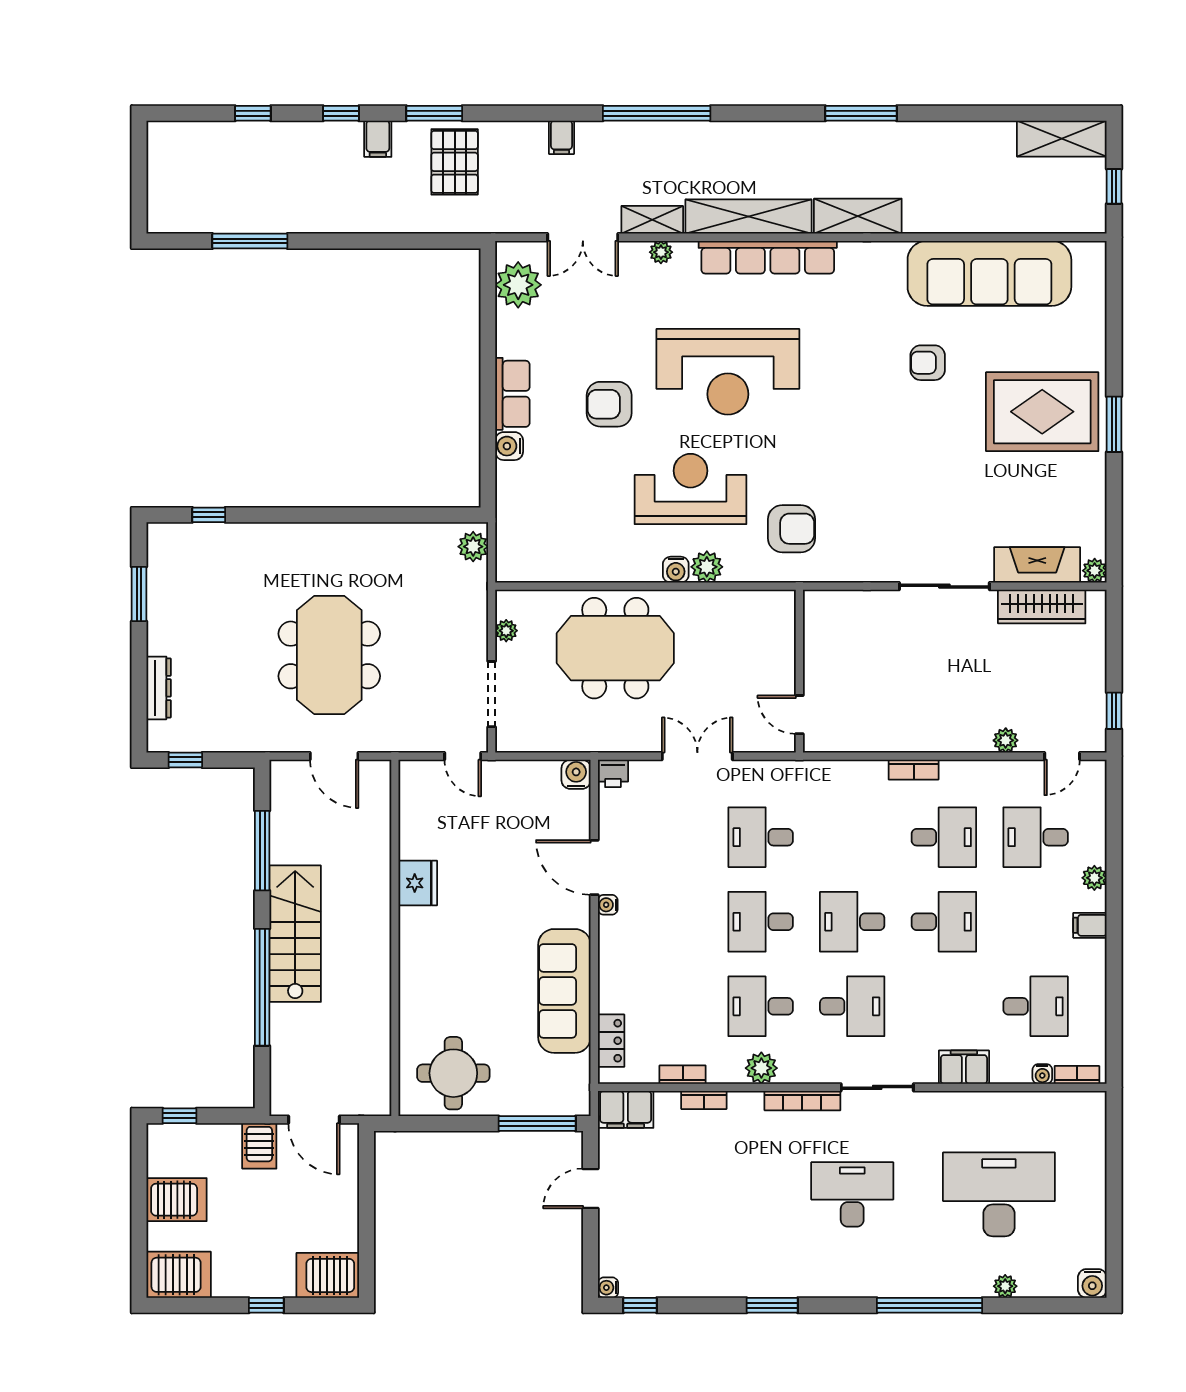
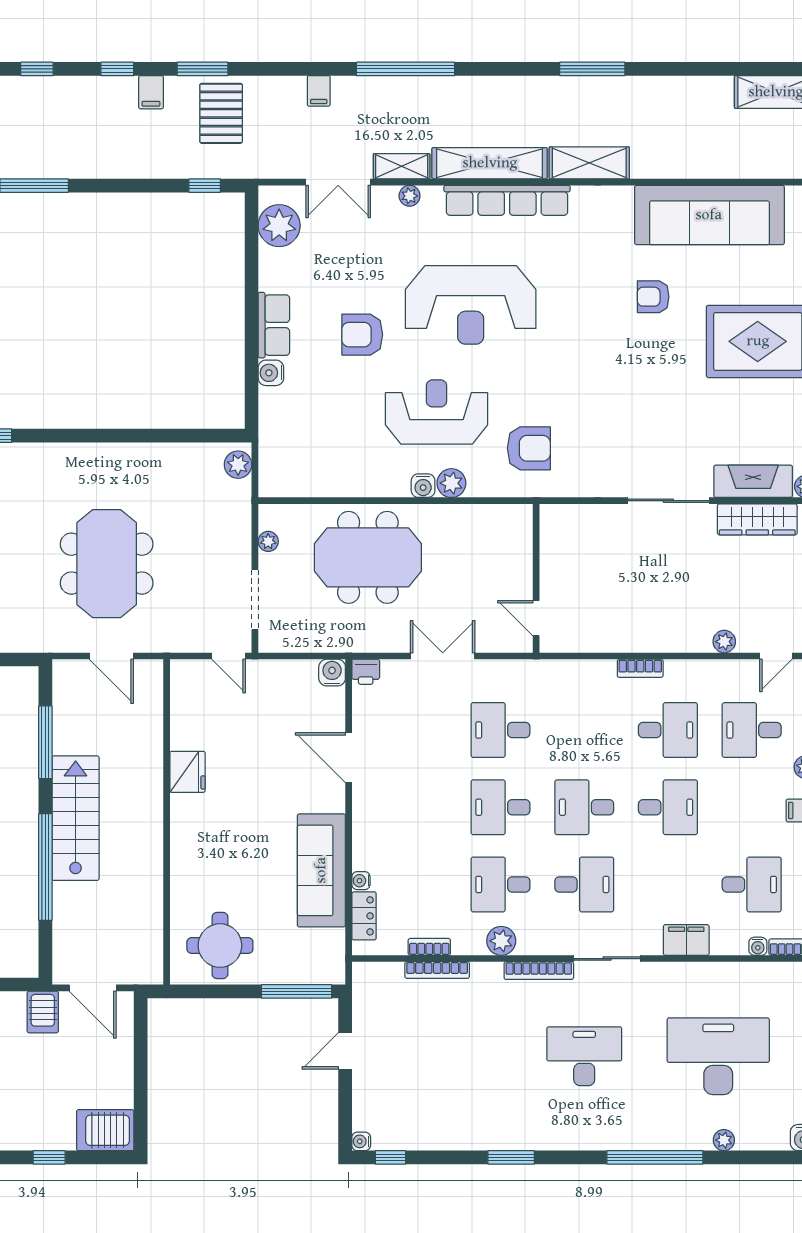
window: (437, 241) -> (205, 186), added
water cooler: (608, 905) -> (361, 881), moved
bookcase: (704, 1100) -> (437, 970), width x1.56
filing cabinet: (626, 1109) -> (377, 979), removed

